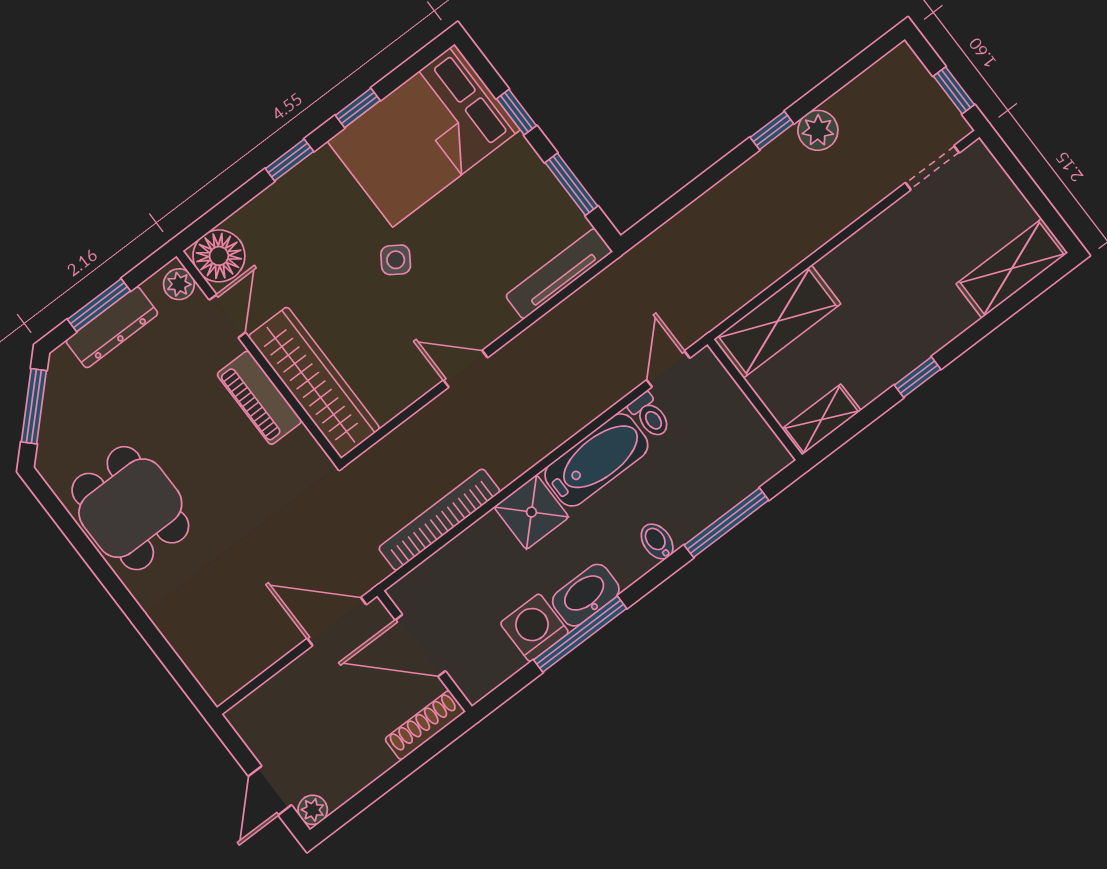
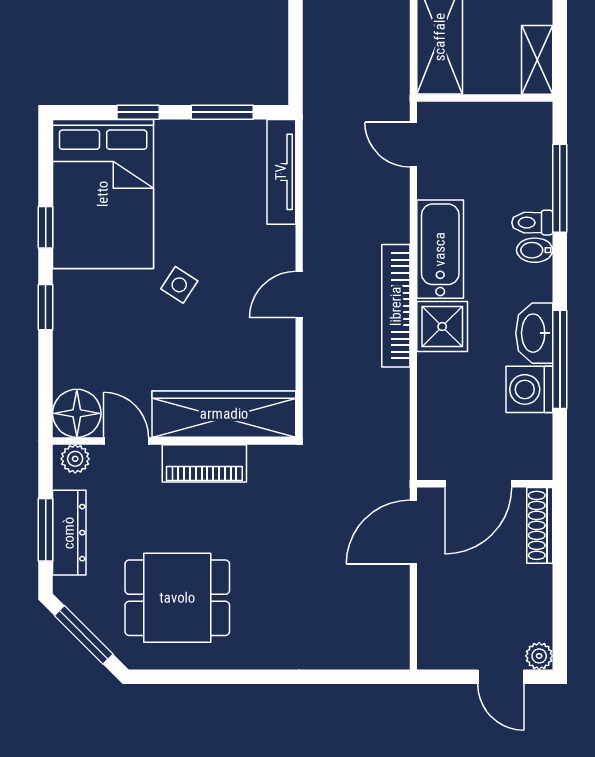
toilet: (650, 415) -> (532, 223), moved, turned 180
dining table: (130, 508) -> (177, 598), moved
bookcase: (439, 520) -> (396, 306), moved

